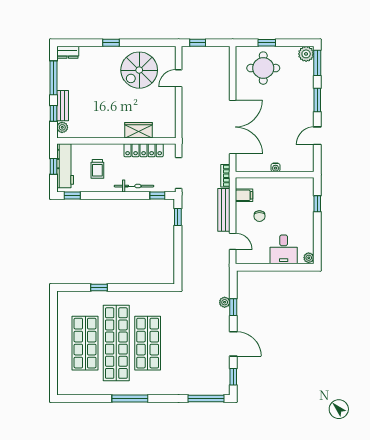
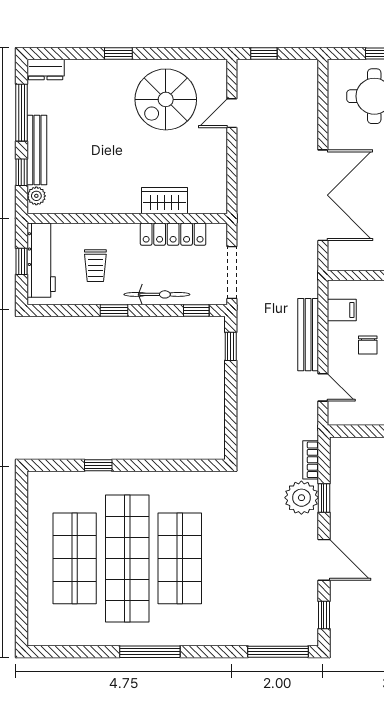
bench: (63, 106) -> (37, 150), width x1.36
bookcase: (225, 176) -> (311, 460), moved
window: (72, 196) -> (114, 311), moved
plant: (225, 302) -> (301, 498), width x1.88, depth x1.88

